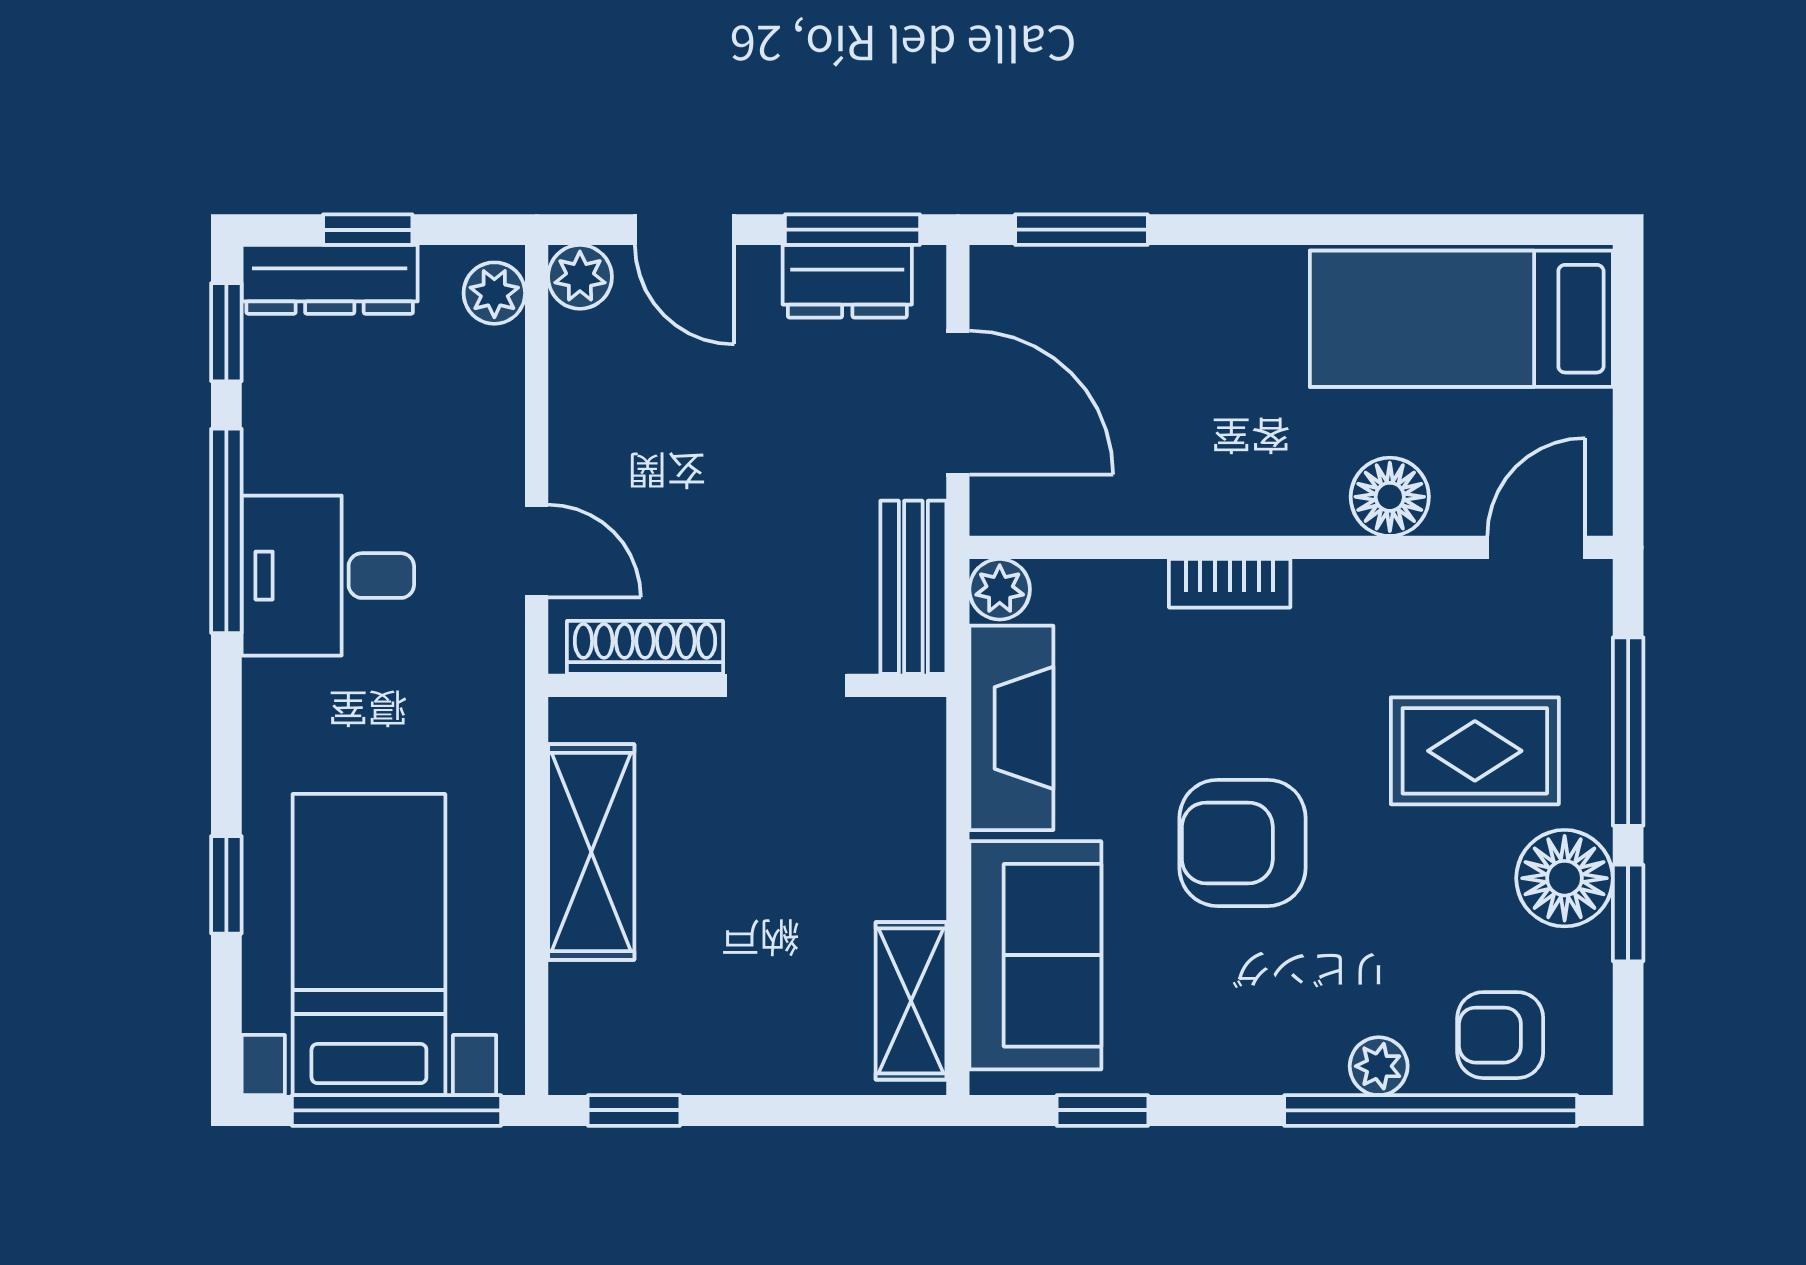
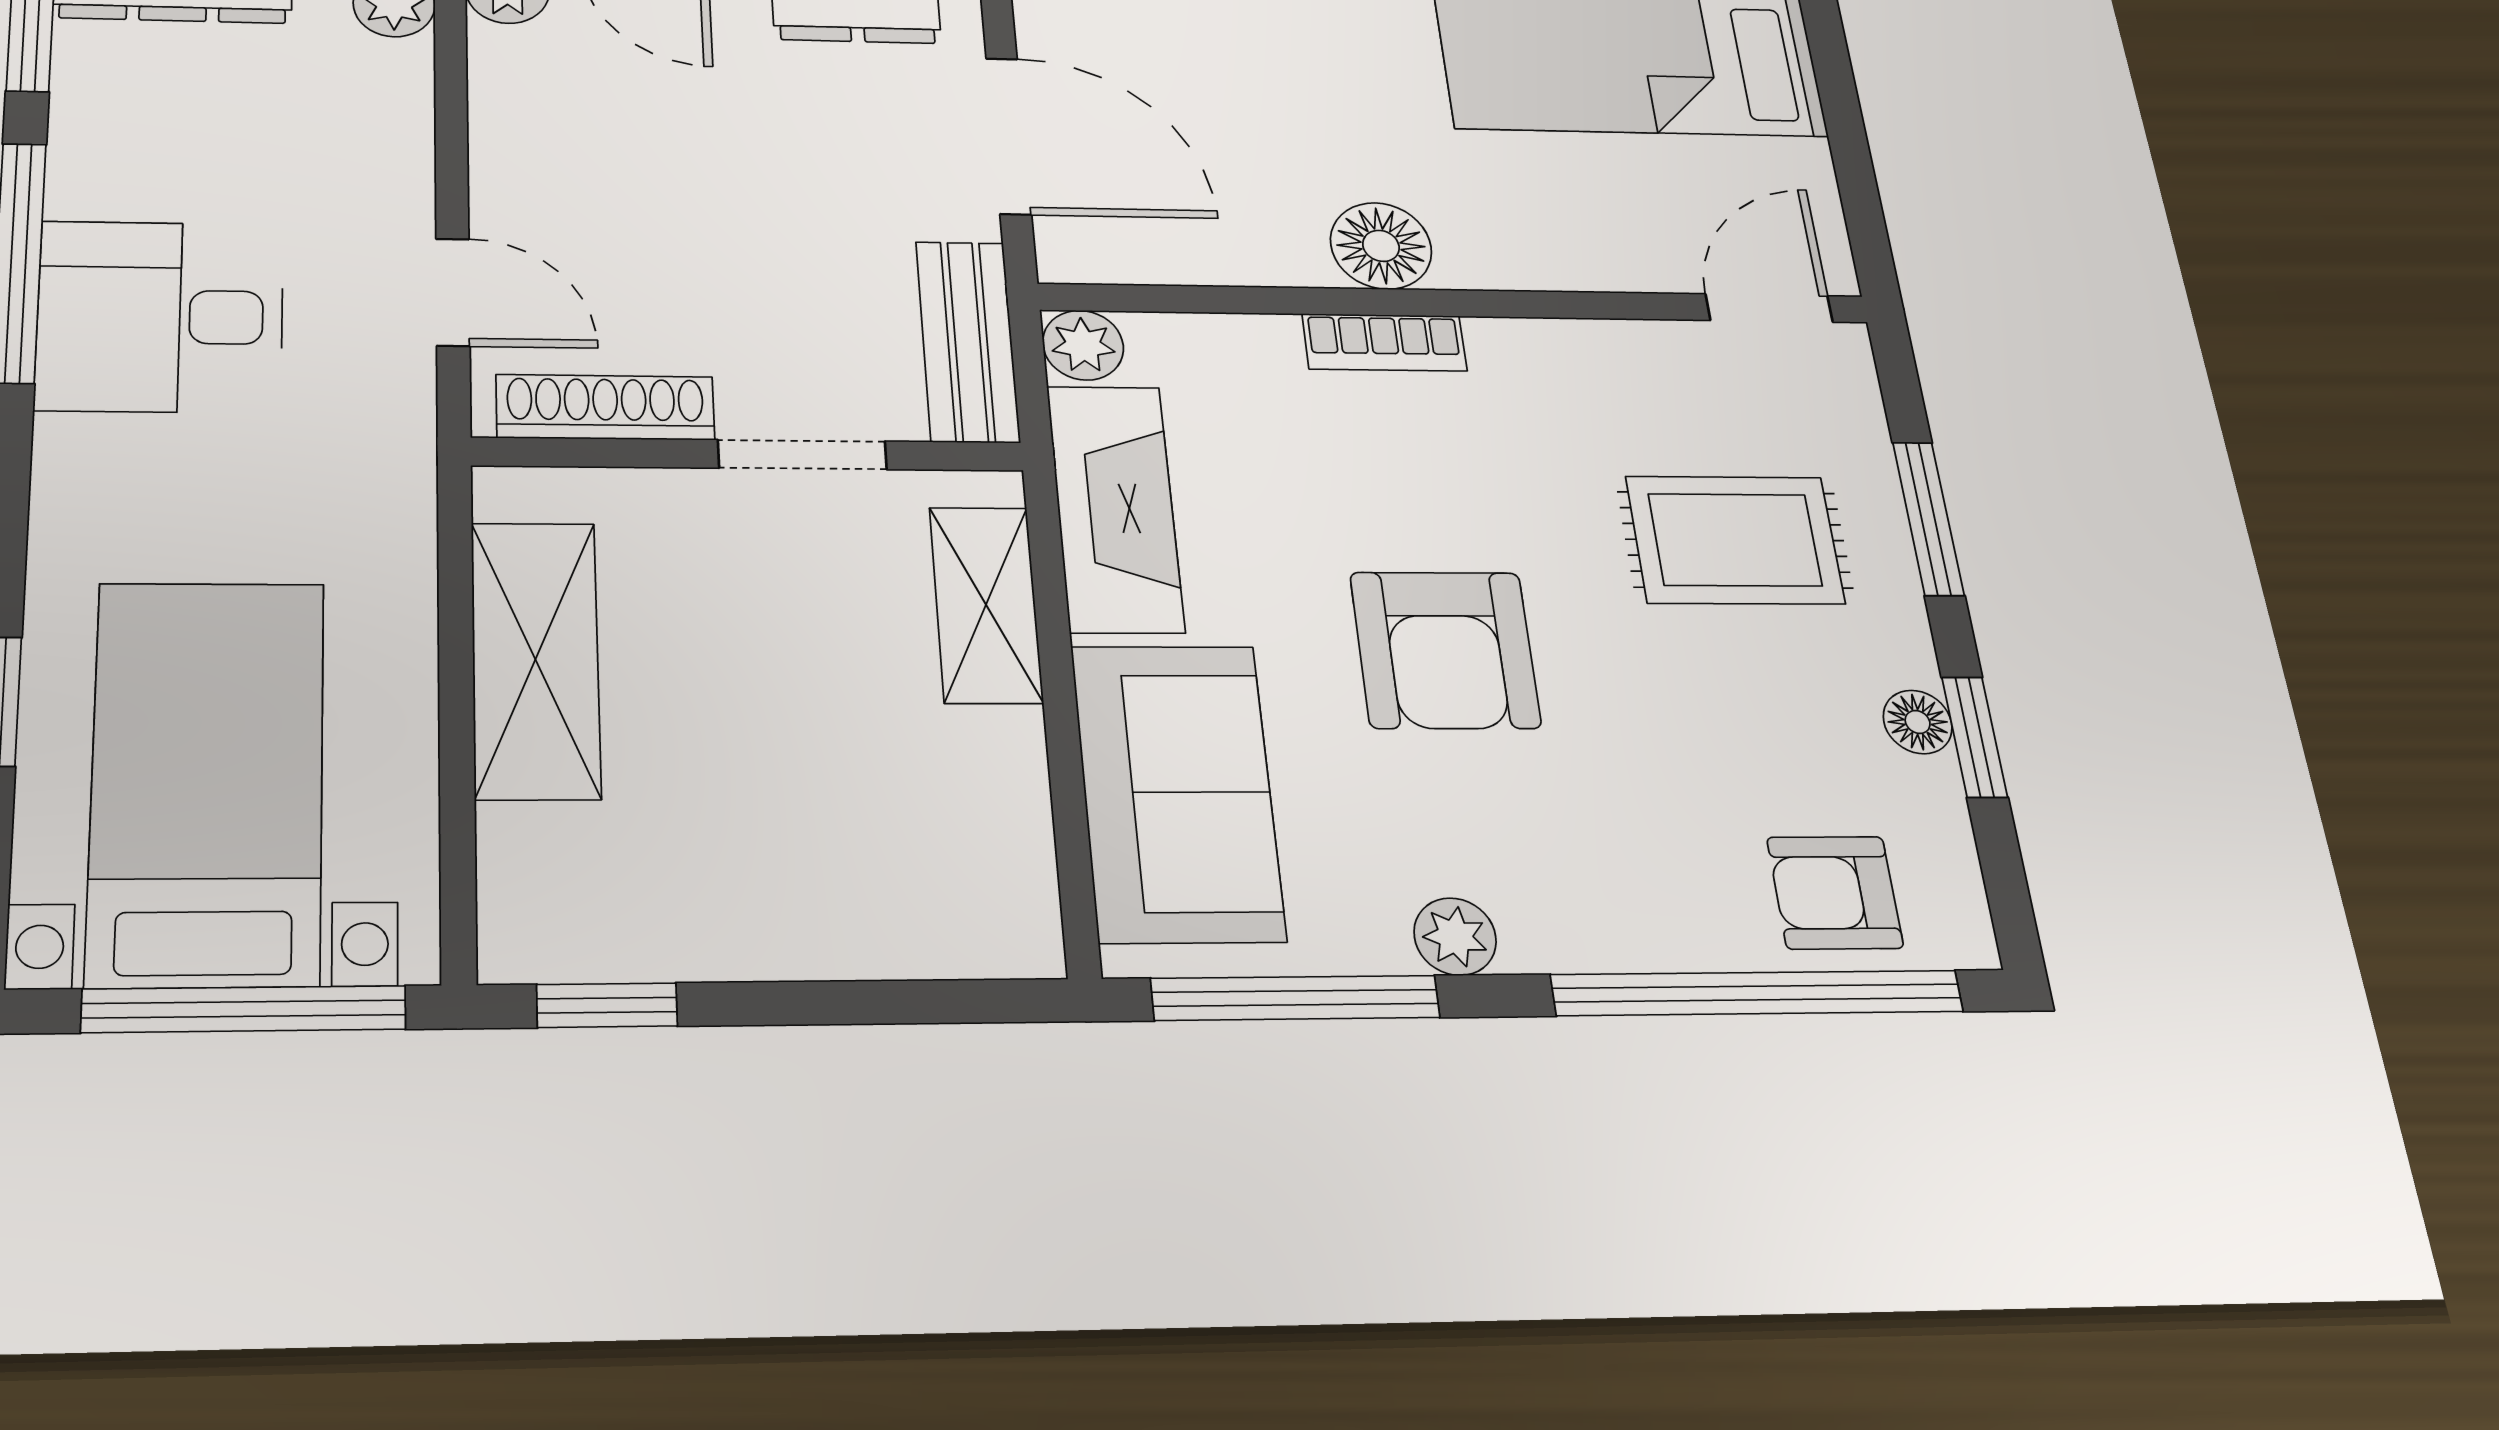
floor lamp: (1390, 497) -> (1381, 246), moved
window: (1628, 732) -> (1928, 519), width x0.69
armchair: (1243, 843) -> (1445, 650), turned -90
floor lamp: (1565, 878) -> (1918, 722), width x0.53, depth x0.53
shelving: (911, 1001) -> (986, 605), moved
plant: (1379, 1066) -> (1455, 937), moved
window: (1102, 1110) -> (1295, 998), width x2.17

